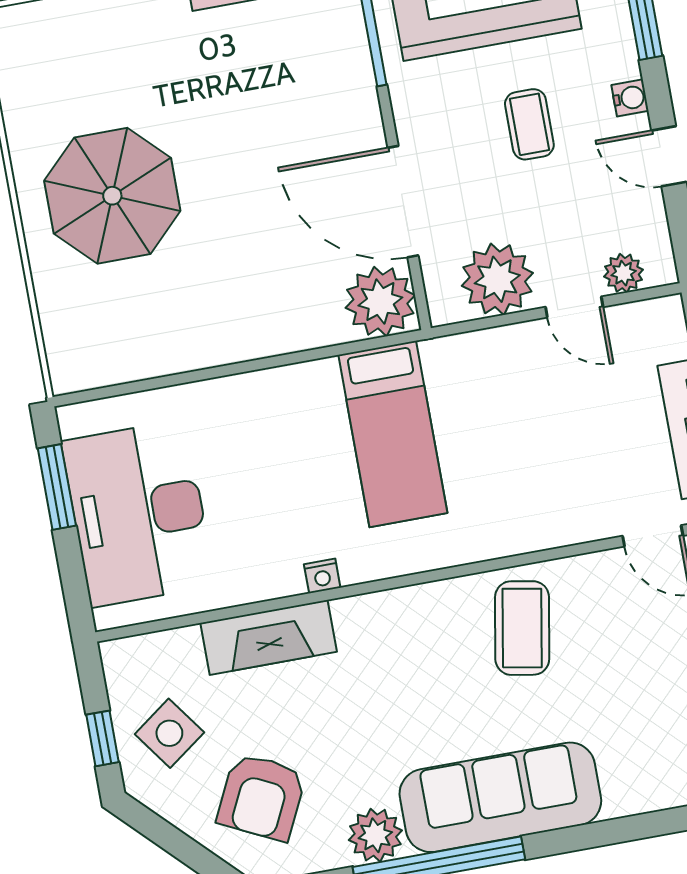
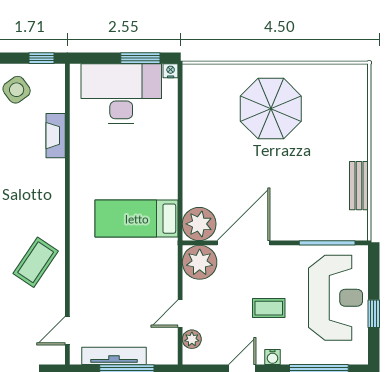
plant: (497, 279) -> (200, 262), moved
nightstand: (322, 576) -> (171, 71), moved, turned 90
coffee table: (522, 628) -> (36, 262), turned -66
fireplace: (269, 637) -> (56, 136), width x0.73, depth x0.76
window: (103, 738) -> (41, 58), moved

